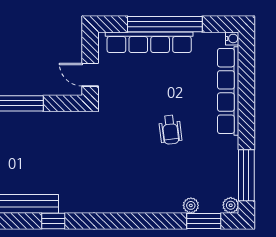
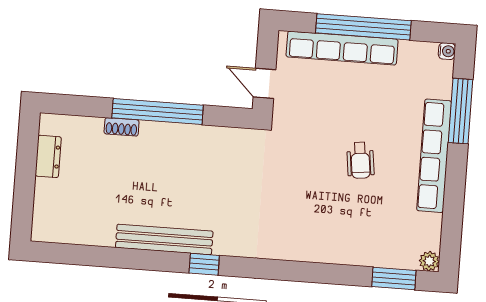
row of seats: (228, 91) -> (434, 156), moved
window: (246, 175) -> (461, 111), moved
plant: (191, 205) -> (379, 258), removed

